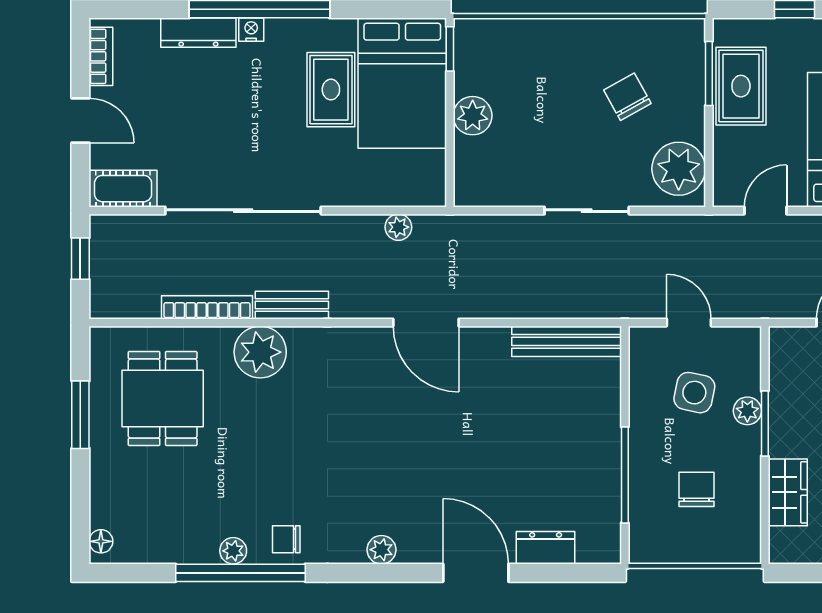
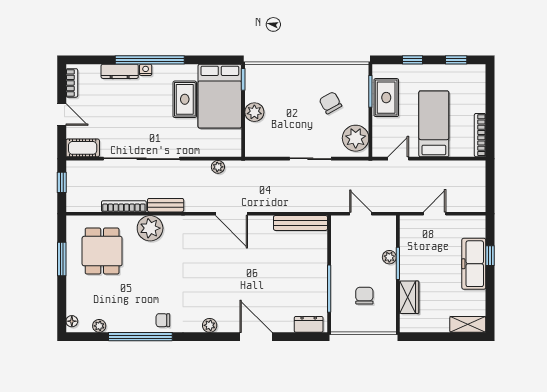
side table: (694, 393) -> (363, 248), removed
dresser: (546, 548) -> (309, 324), moved
plant: (233, 551) -> (99, 326), moved

